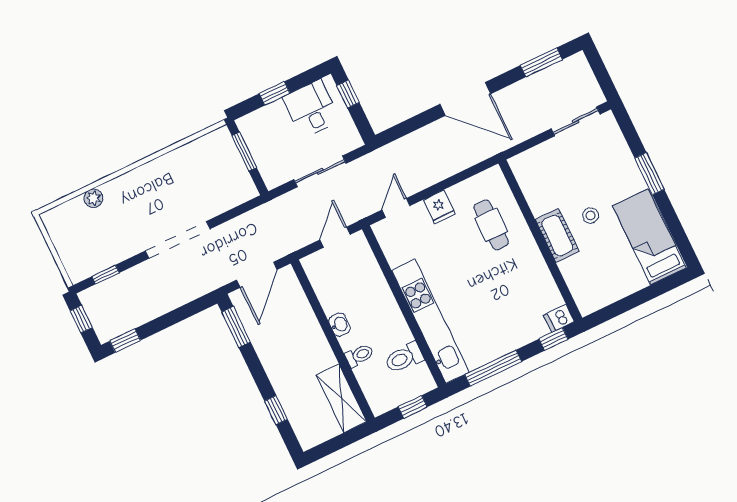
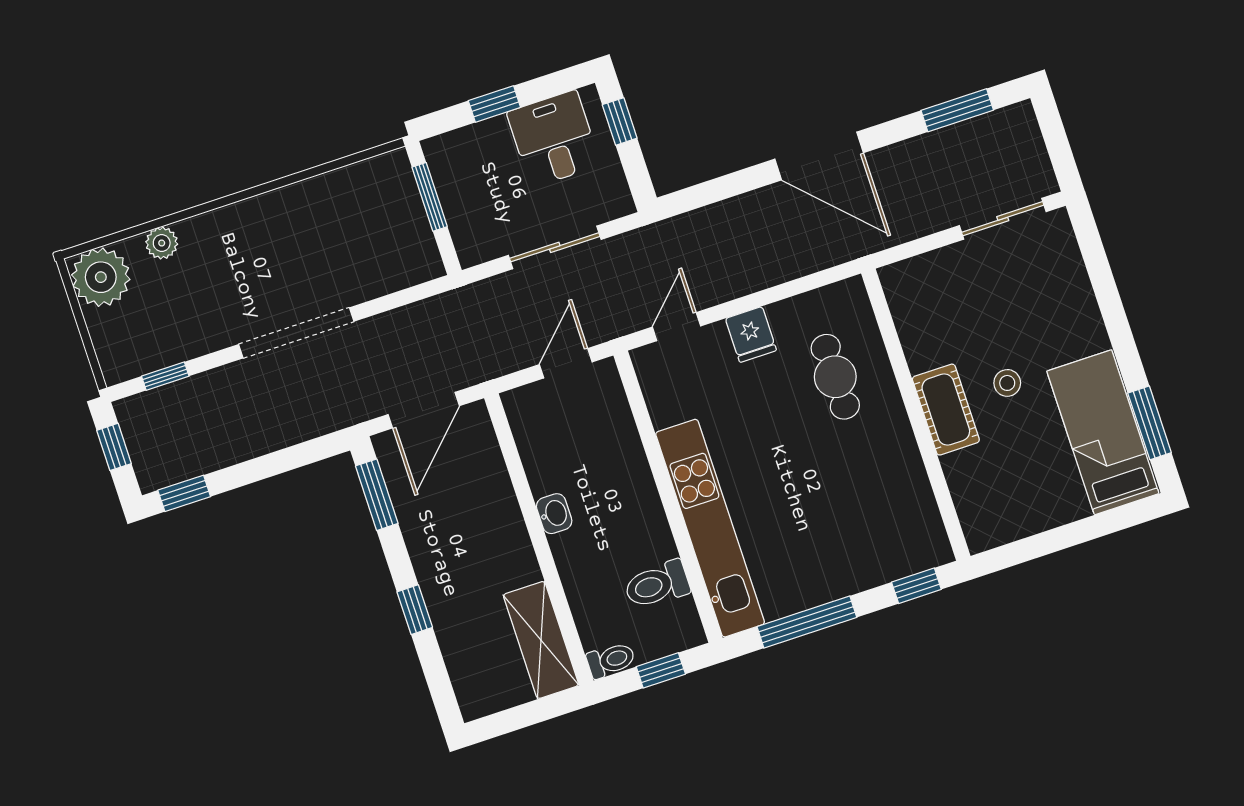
window: (649, 174) -> (1150, 423), moved
plant: (61, 222) -> (101, 277), added
dishwasher: (559, 318) -> (930, 552), removed
toilet: (359, 355) -> (611, 660), moved
window: (276, 410) -> (415, 610), moved

